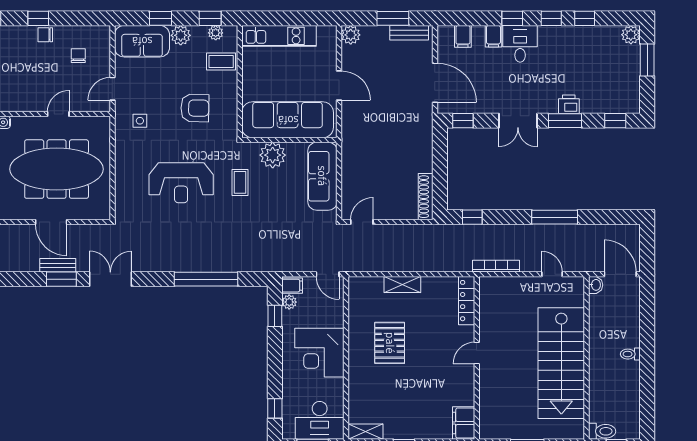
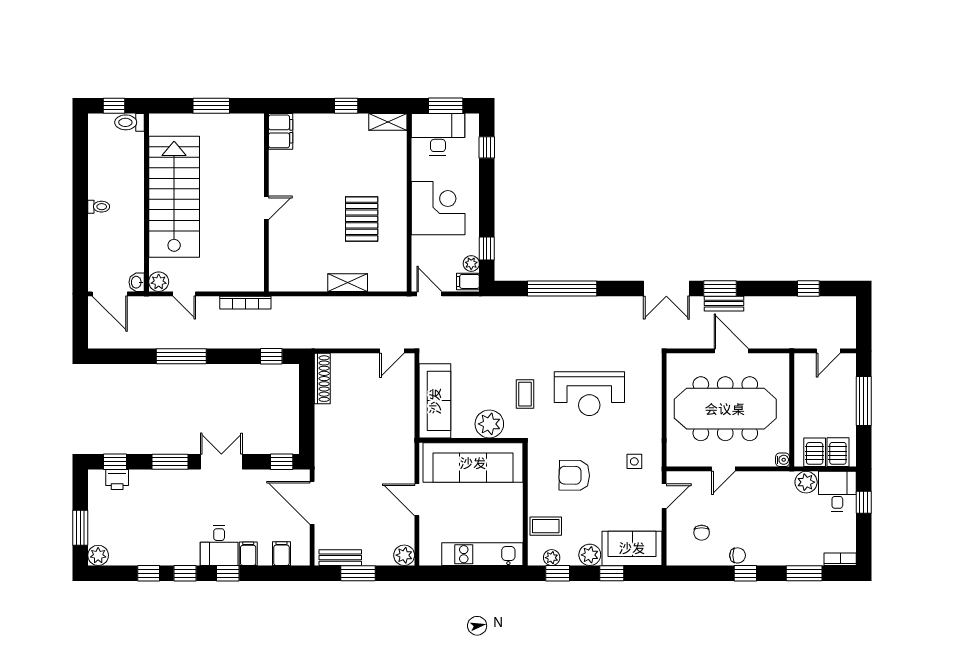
printer: (569, 104) -> (117, 479), moved
reception desk: (181, 183) -> (589, 394), turned 180
plant: (575, 285) -> (159, 282), added
locker: (467, 301) -> (277, 265), removed

